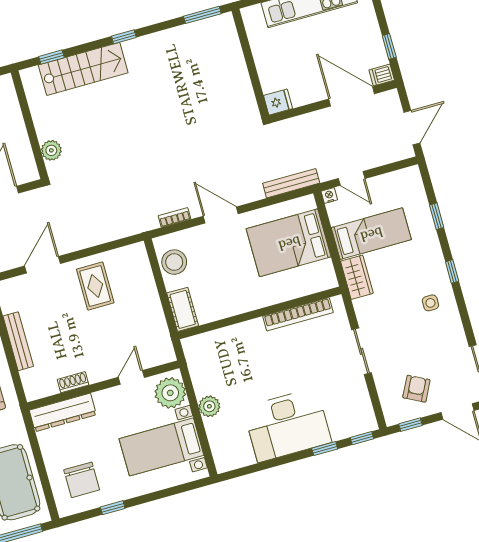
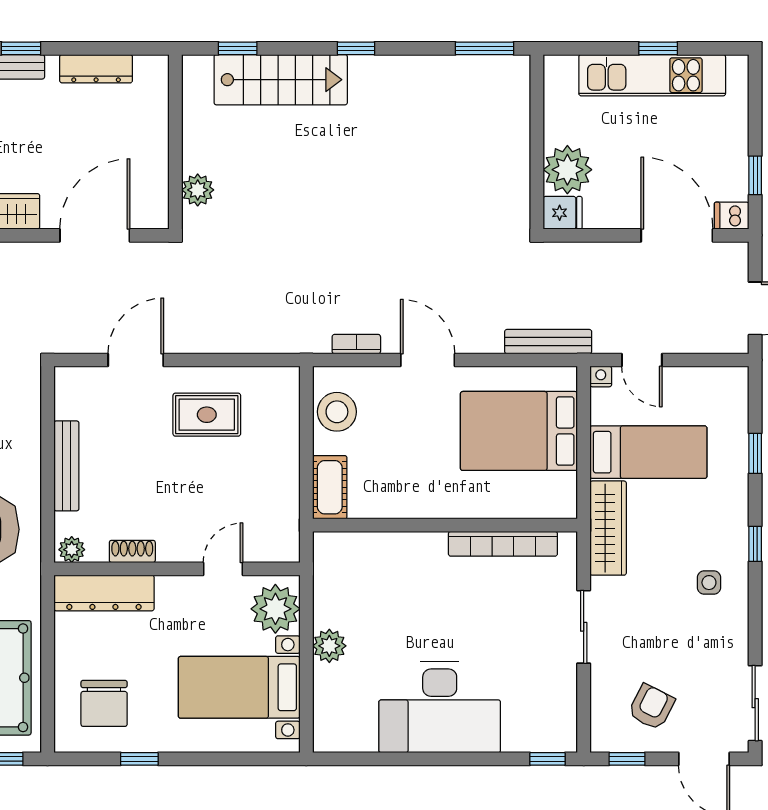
plant: (274, 75) -> (567, 170), added
wardrobe: (357, 277) -> (608, 528), width x1.50
rug: (95, 286) -> (207, 415), turned 90
plant: (36, 391) -> (72, 550), added
window: (325, 449) -> (486, 759), removed

